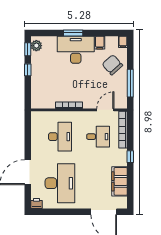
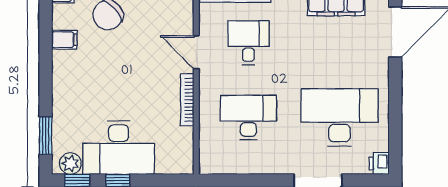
window: (73, 33) -> (46, 136), moved
desk: (76, 50) -> (119, 148), moved, turned -90
door: (105, 110) -> (196, 52), moved

